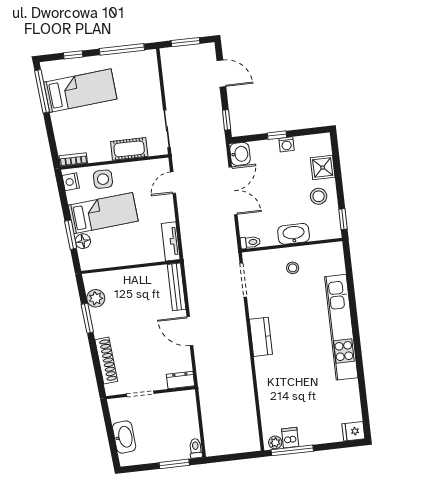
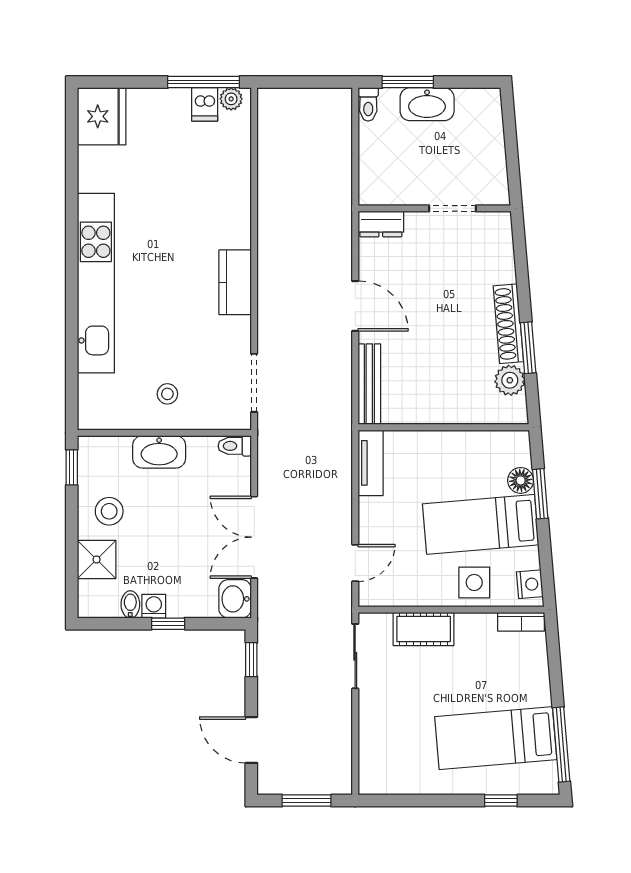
window: (122, 49) -> (417, 801), removed
bidet: (300, 144) -> (130, 604), added
shoe rack: (106, 360) -> (508, 324), moved
fridge: (353, 431) -> (102, 116), width x1.88, depth x1.34
washbasin: (124, 437) -> (427, 104), moved, turned -85

